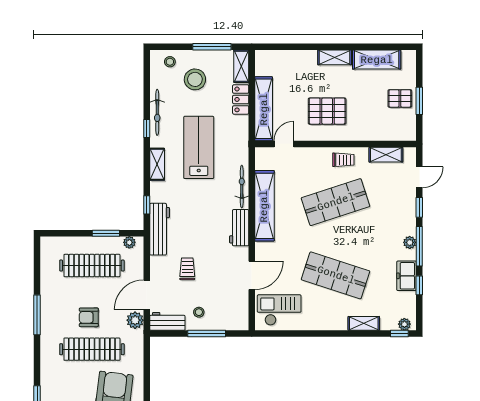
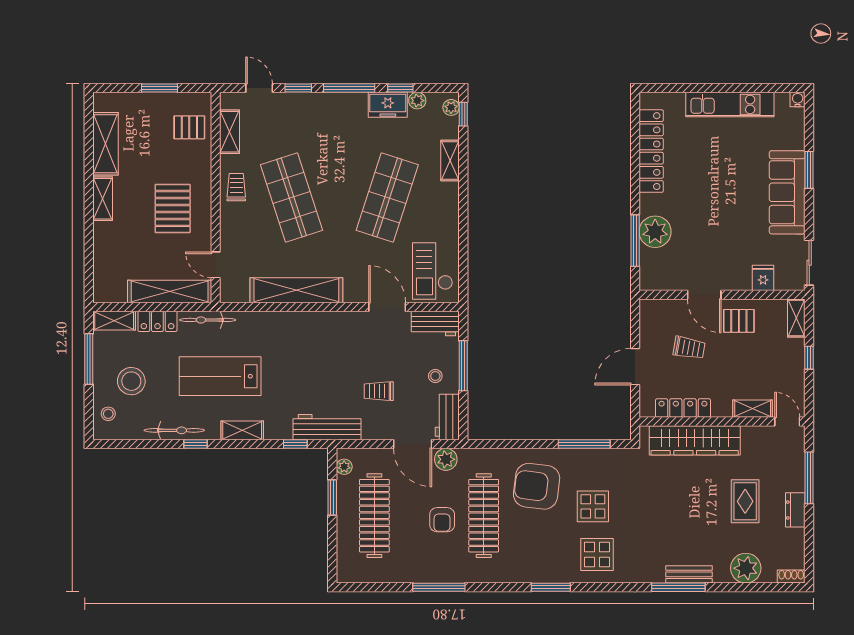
pallet: (400, 98) -> (189, 127), moved, turned 90
bicycle: (242, 187) -> (208, 320), moved
workbench: (239, 228) -> (435, 323), moved
plant: (410, 242) -> (417, 101), moved

